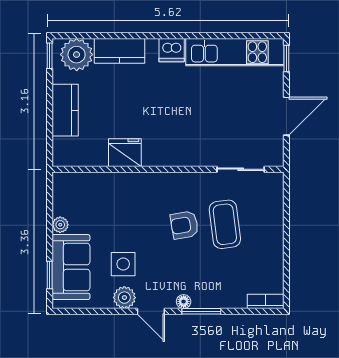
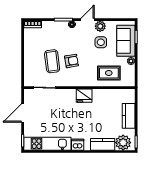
fridge: (125, 153) -> (84, 96), moved
rug: (107, 200) -> (109, 73), added
door: (151, 311) -> (88, 20), hinge flipped

